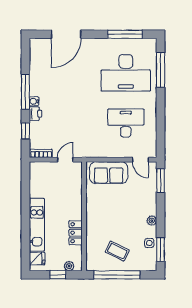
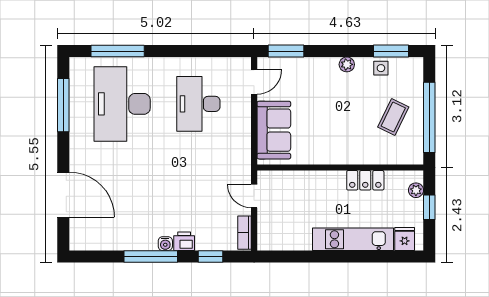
desk: (126, 73) -> (122, 104), turned 180

